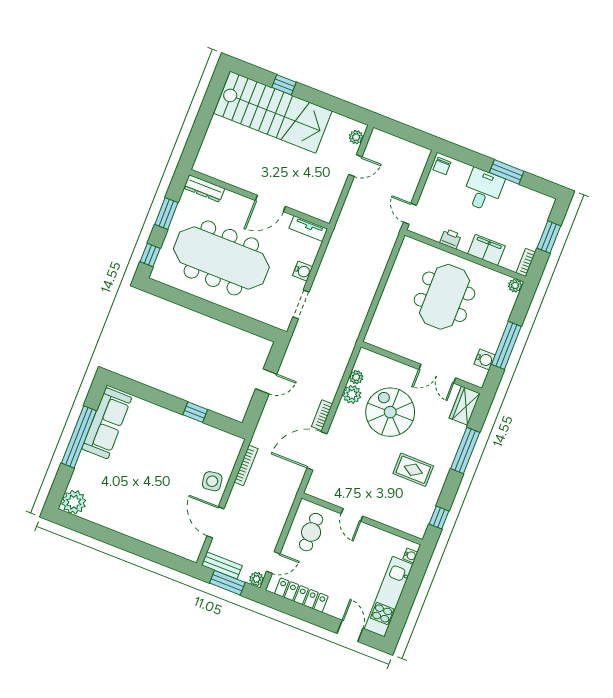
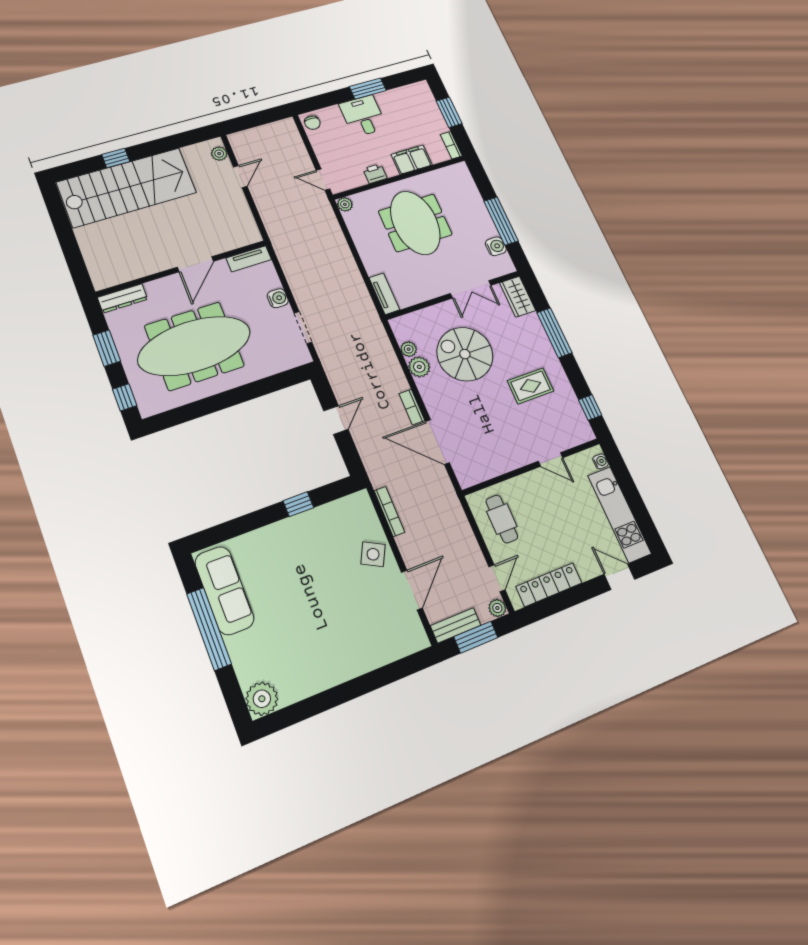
plant: (515, 286) -> (345, 204), moved
tv unit: (376, 327) -> (384, 294), added
door: (317, 451) -> (437, 442), hinge flipped
side table: (212, 481) -> (373, 554), turned 37
door: (352, 515) -> (551, 459), moved
door: (215, 522) -> (412, 590), swing flipped

